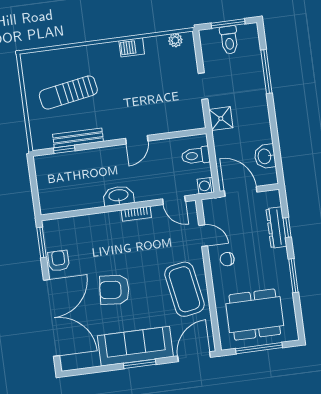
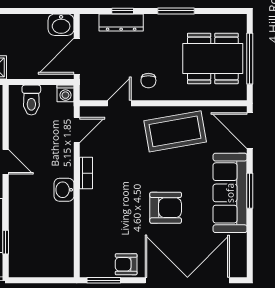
washbasin: (265, 156) -> (61, 25), moved
washbasin: (118, 196) -> (64, 190), width x0.72
armchair: (114, 290) -> (166, 208), turned -95
dining table: (255, 315) -> (213, 58), turned 90

